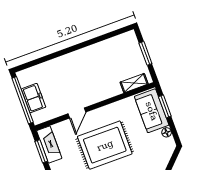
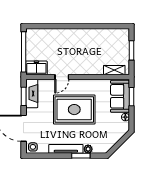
freezer: (34, 98) -> (36, 68), moved, turned -90

